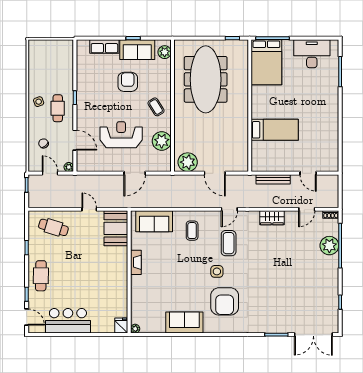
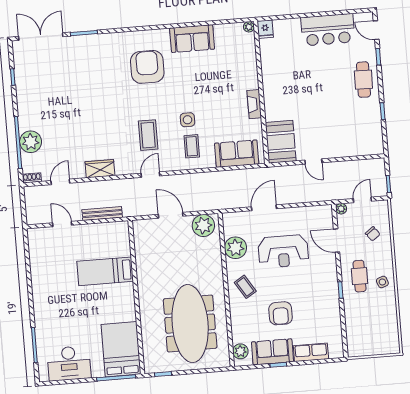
door: (50, 173) -> (362, 200), swing flipped
cafe table: (53, 227) -> (353, 137), removed
side table: (217, 271) -> (188, 120), moved

